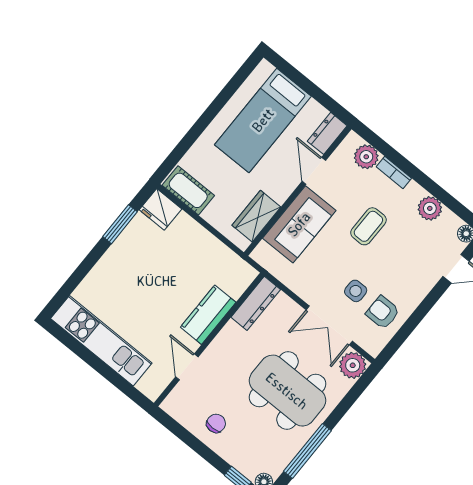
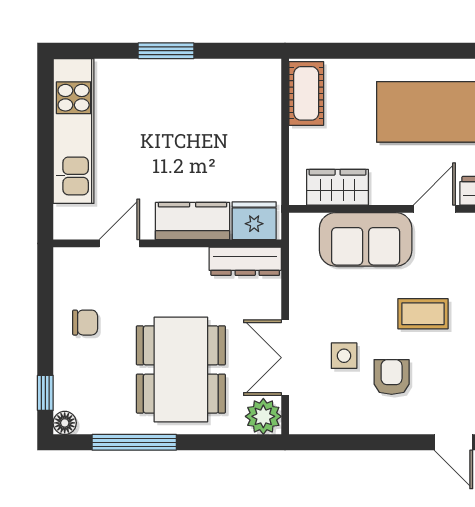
fridge: (160, 209) -> (254, 221), moved, turned 90
window: (120, 224) -> (166, 51), moved
armchair: (383, 312) -> (392, 377), moved

